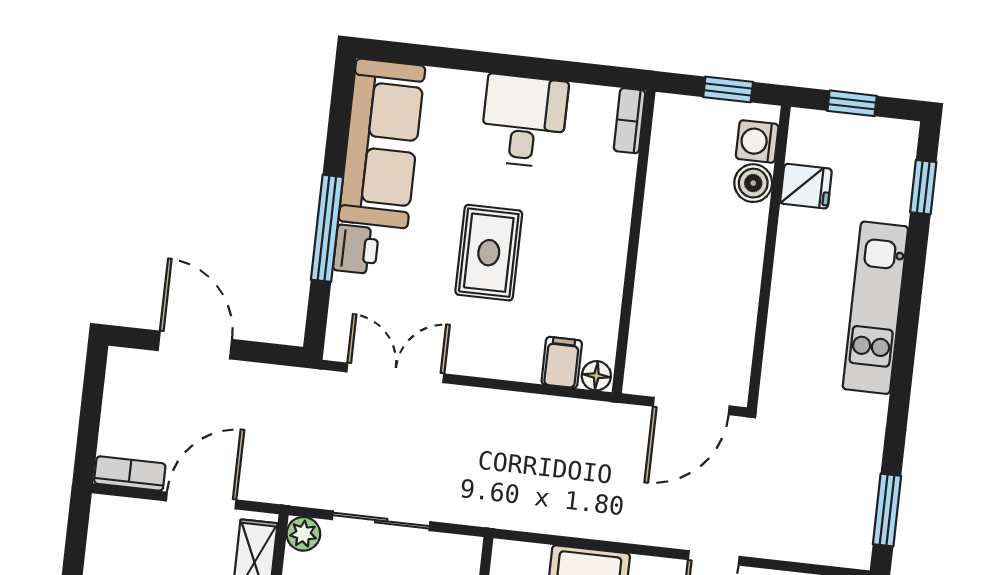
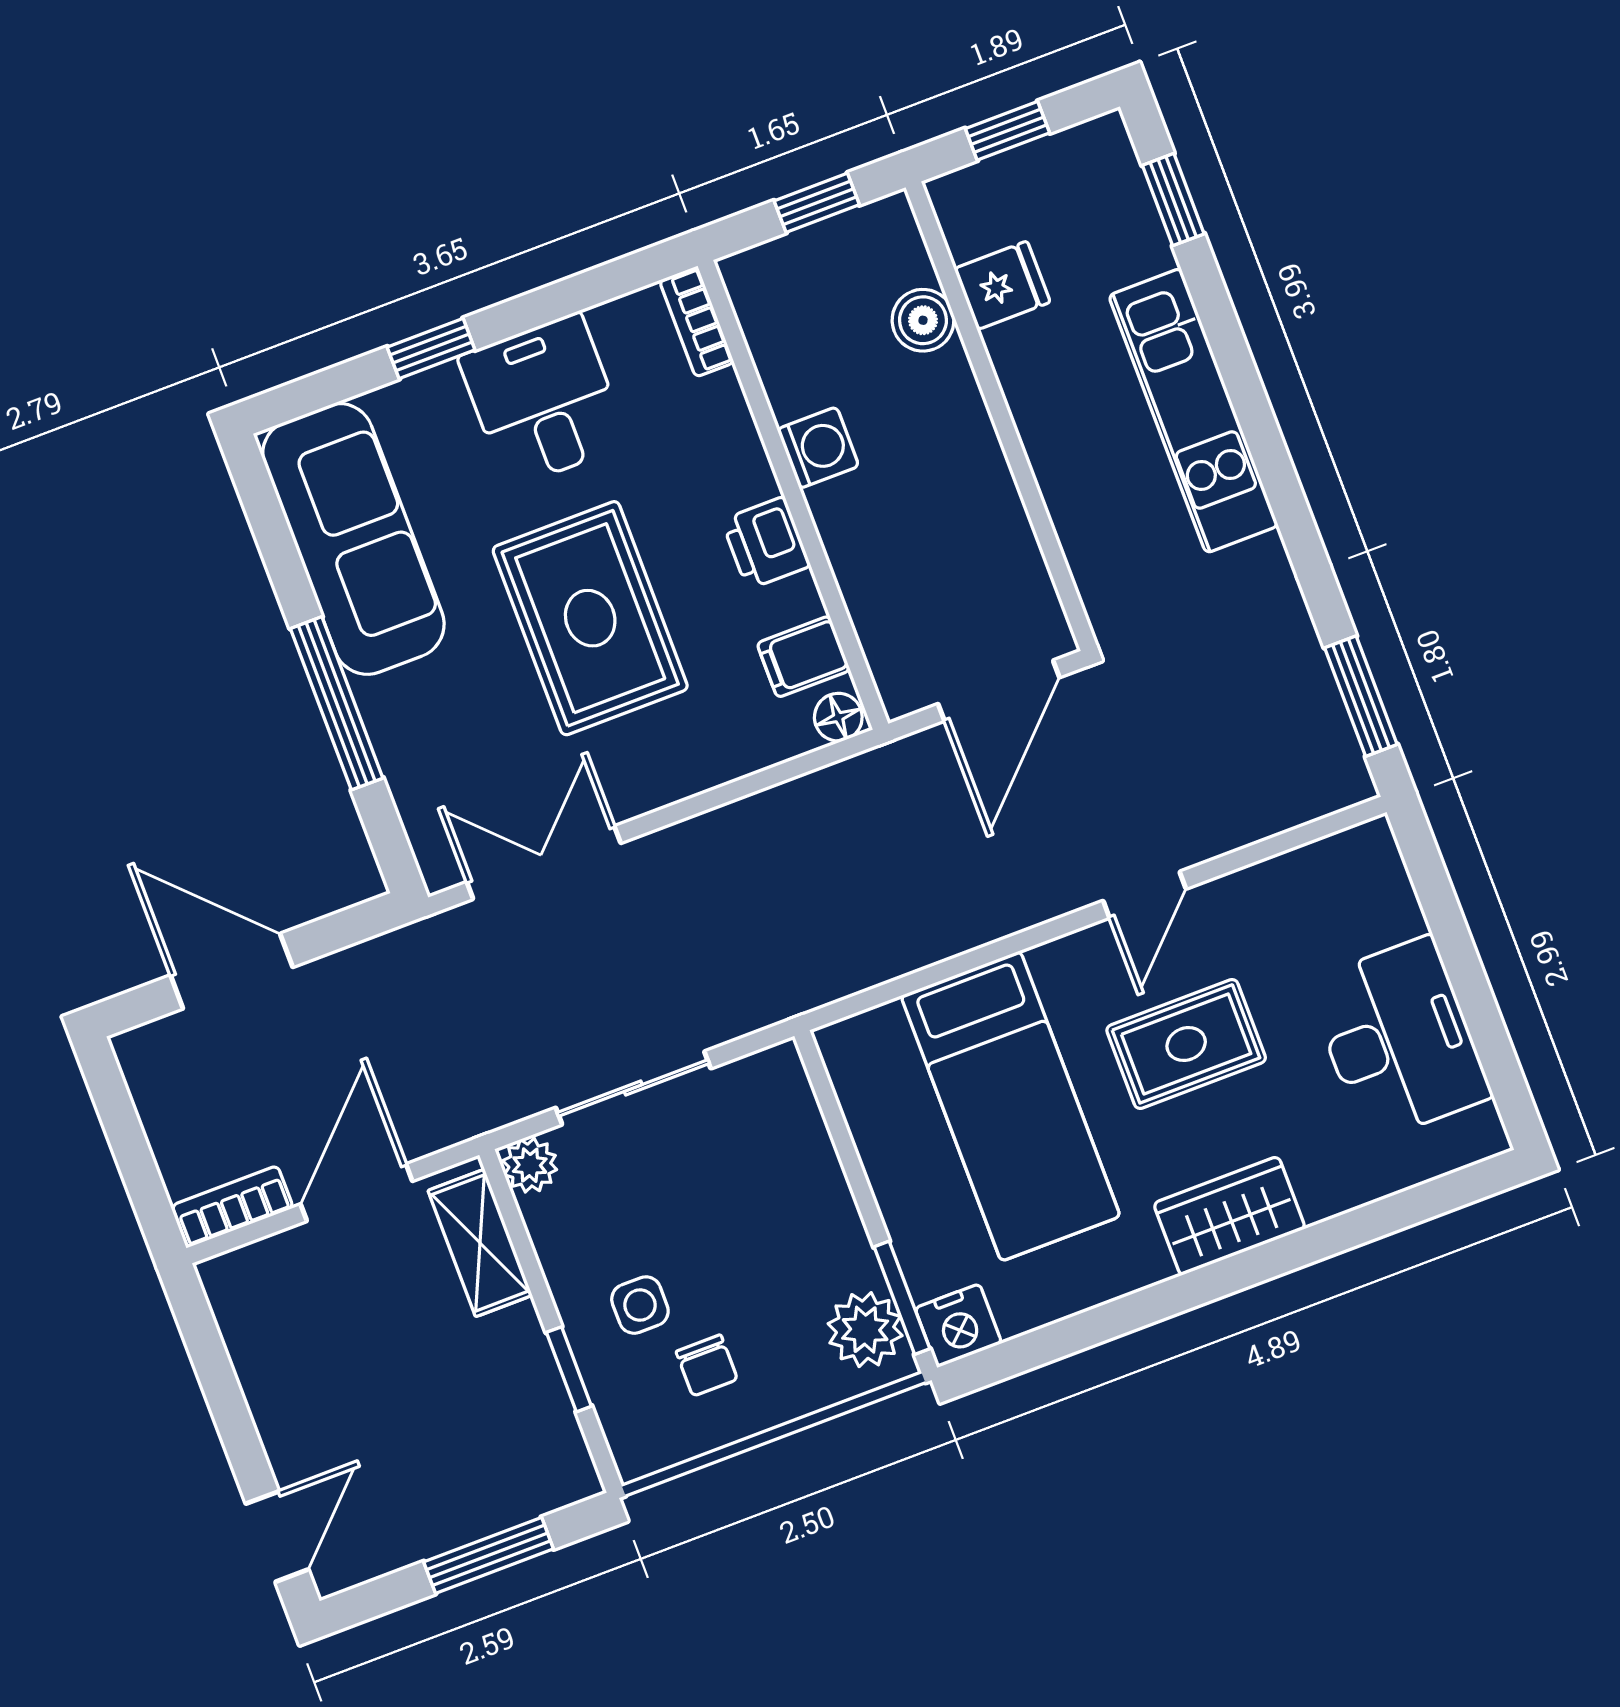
window: (477, 61) -> (431, 349), added
washing machine: (757, 141) -> (818, 448), moved, turned 180
printer: (356, 249) -> (766, 543), moved, turned 180
rug: (489, 253) -> (590, 618), width x1.36, depth x1.43
filing cabinet: (562, 362) -> (804, 657), moved, turned -90

